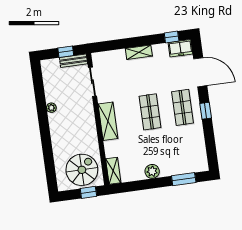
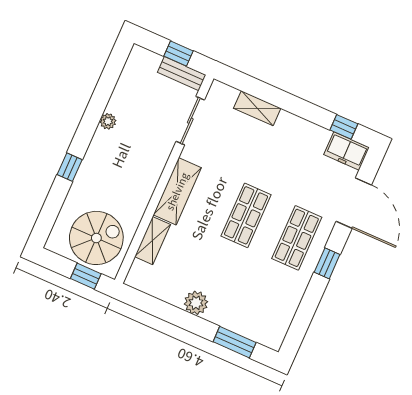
shelving: (139, 52) -> (257, 108), moved
window: (46, 143) -> (70, 167), added
shelving: (113, 171) -> (152, 241), moved

